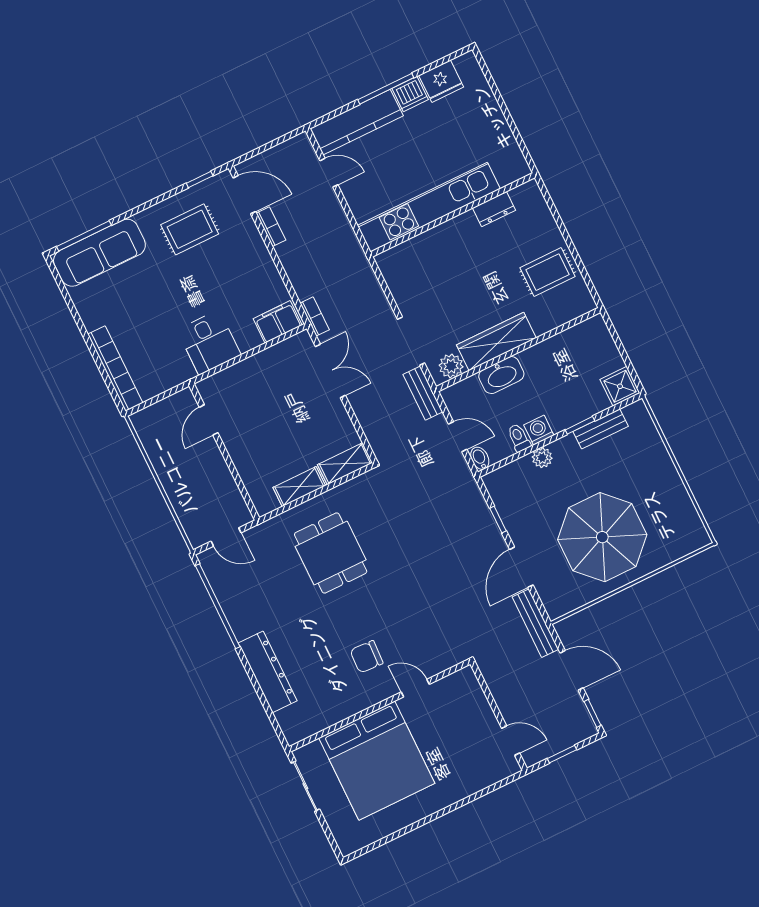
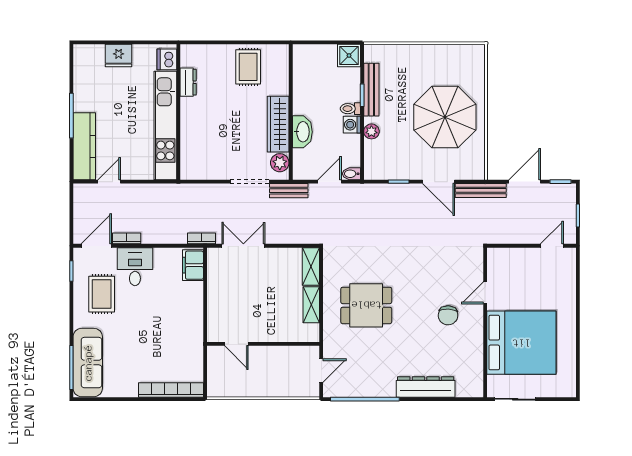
fridge: (441, 81) -> (119, 56), moved, turned 90
dishwasher: (410, 94) -> (167, 59), moved, turned 180
desk: (209, 342) -> (135, 267), moved, turned -90
bench: (601, 429) -> (371, 90), width x1.36
toilet: (519, 438) -> (350, 109), moved

